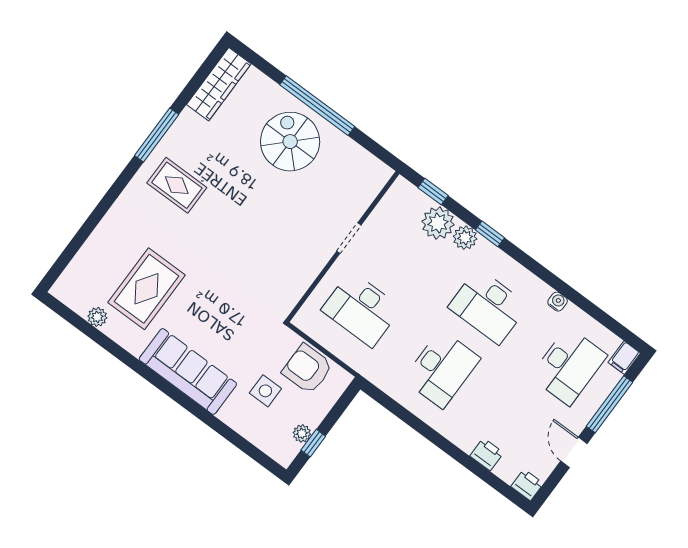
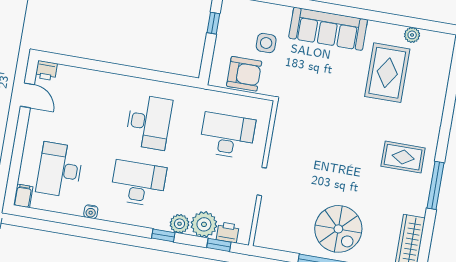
desk: (442, 369) -> (149, 122), turned 180
window: (610, 404) -> (17, 157), removed
plant: (302, 433) -> (225, 26), removed
door: (574, 452) -> (27, 95), moved
printer: (487, 454) -> (228, 232), moved, turned 180

